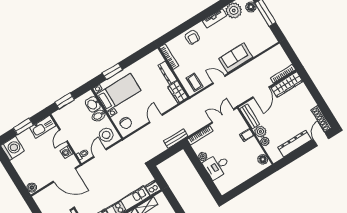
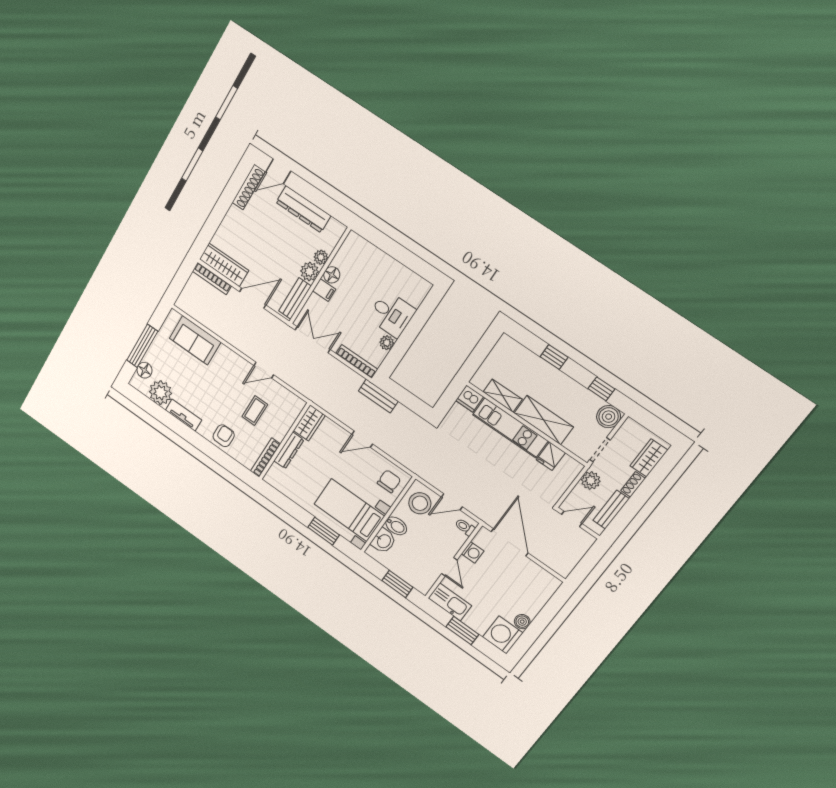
sofa: (236, 58) -> (195, 340), moved
door: (219, 80) -> (264, 370), hinge flipped
coffee table: (195, 82) -> (255, 411), moved
double door: (223, 116) -> (313, 340), swing flipped
door: (63, 135) -> (449, 567), hinge flipped
floor lamp: (263, 159) -> (332, 275), moved
boiler: (32, 188) -> (522, 622), moved

